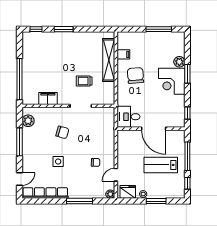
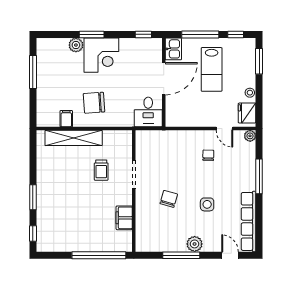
plant: (28, 121) -> (195, 244), moved
kitchen sink: (176, 136) -> (173, 49), added
window: (156, 201) -> (259, 61), moved

